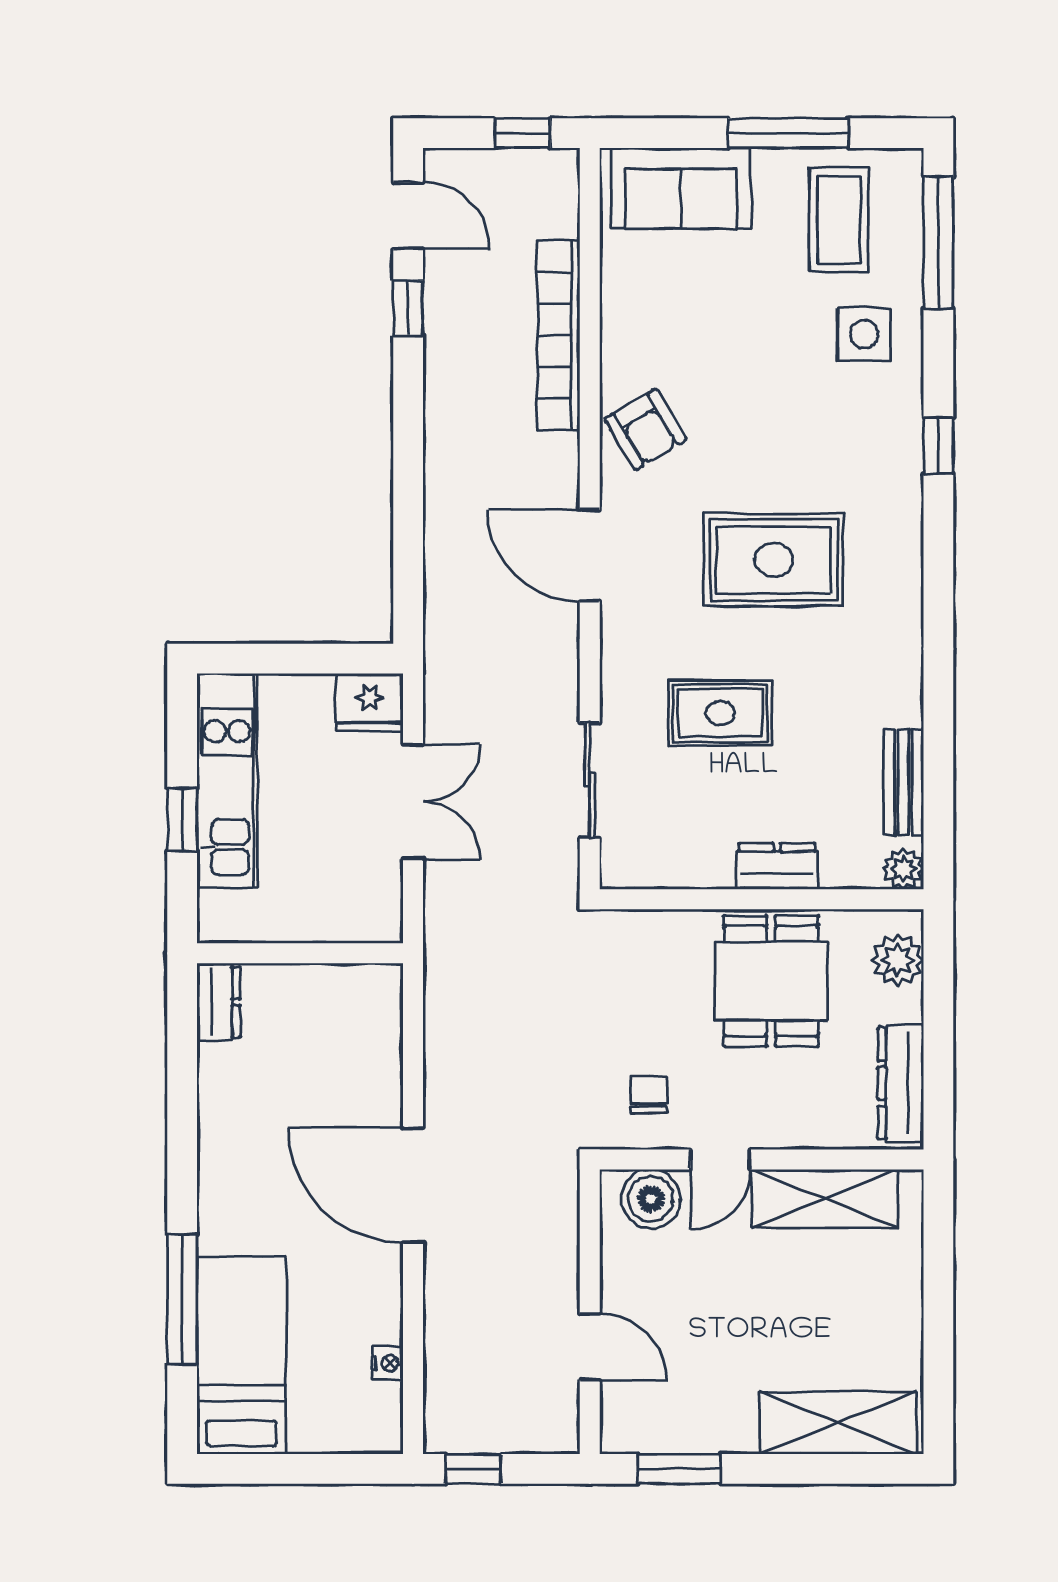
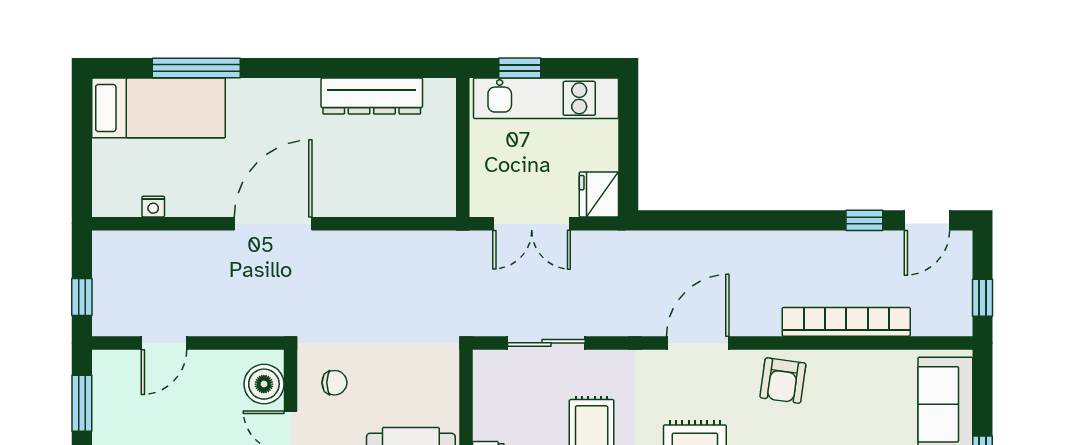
armchair: (646, 429) -> (783, 381), turned -51
wall: (300, 953) -> (463, 148), moved
dresser: (218, 1002) -> (372, 96), width x1.96, depth x1.24
window: (473, 1469) -> (82, 297), moved

